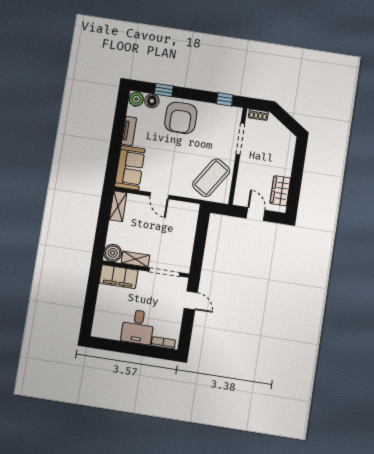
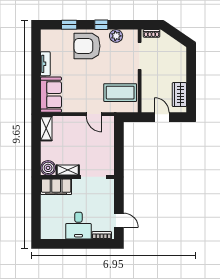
plant: (136, 99) -> (116, 36), moved
window: (225, 99) -> (101, 25), moved
floor lamp: (152, 101) -> (61, 35), removed
armchair: (181, 118) -> (87, 46), turned 90
coffee table: (211, 178) -> (120, 93), turned 57
door: (159, 196) -> (94, 114), moved
door: (191, 300) -> (119, 220), moved

